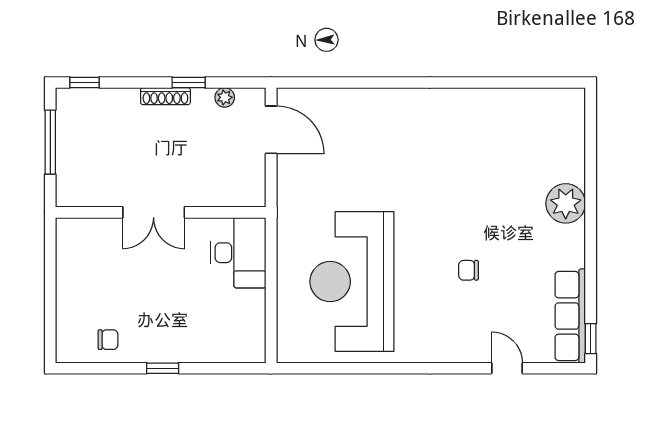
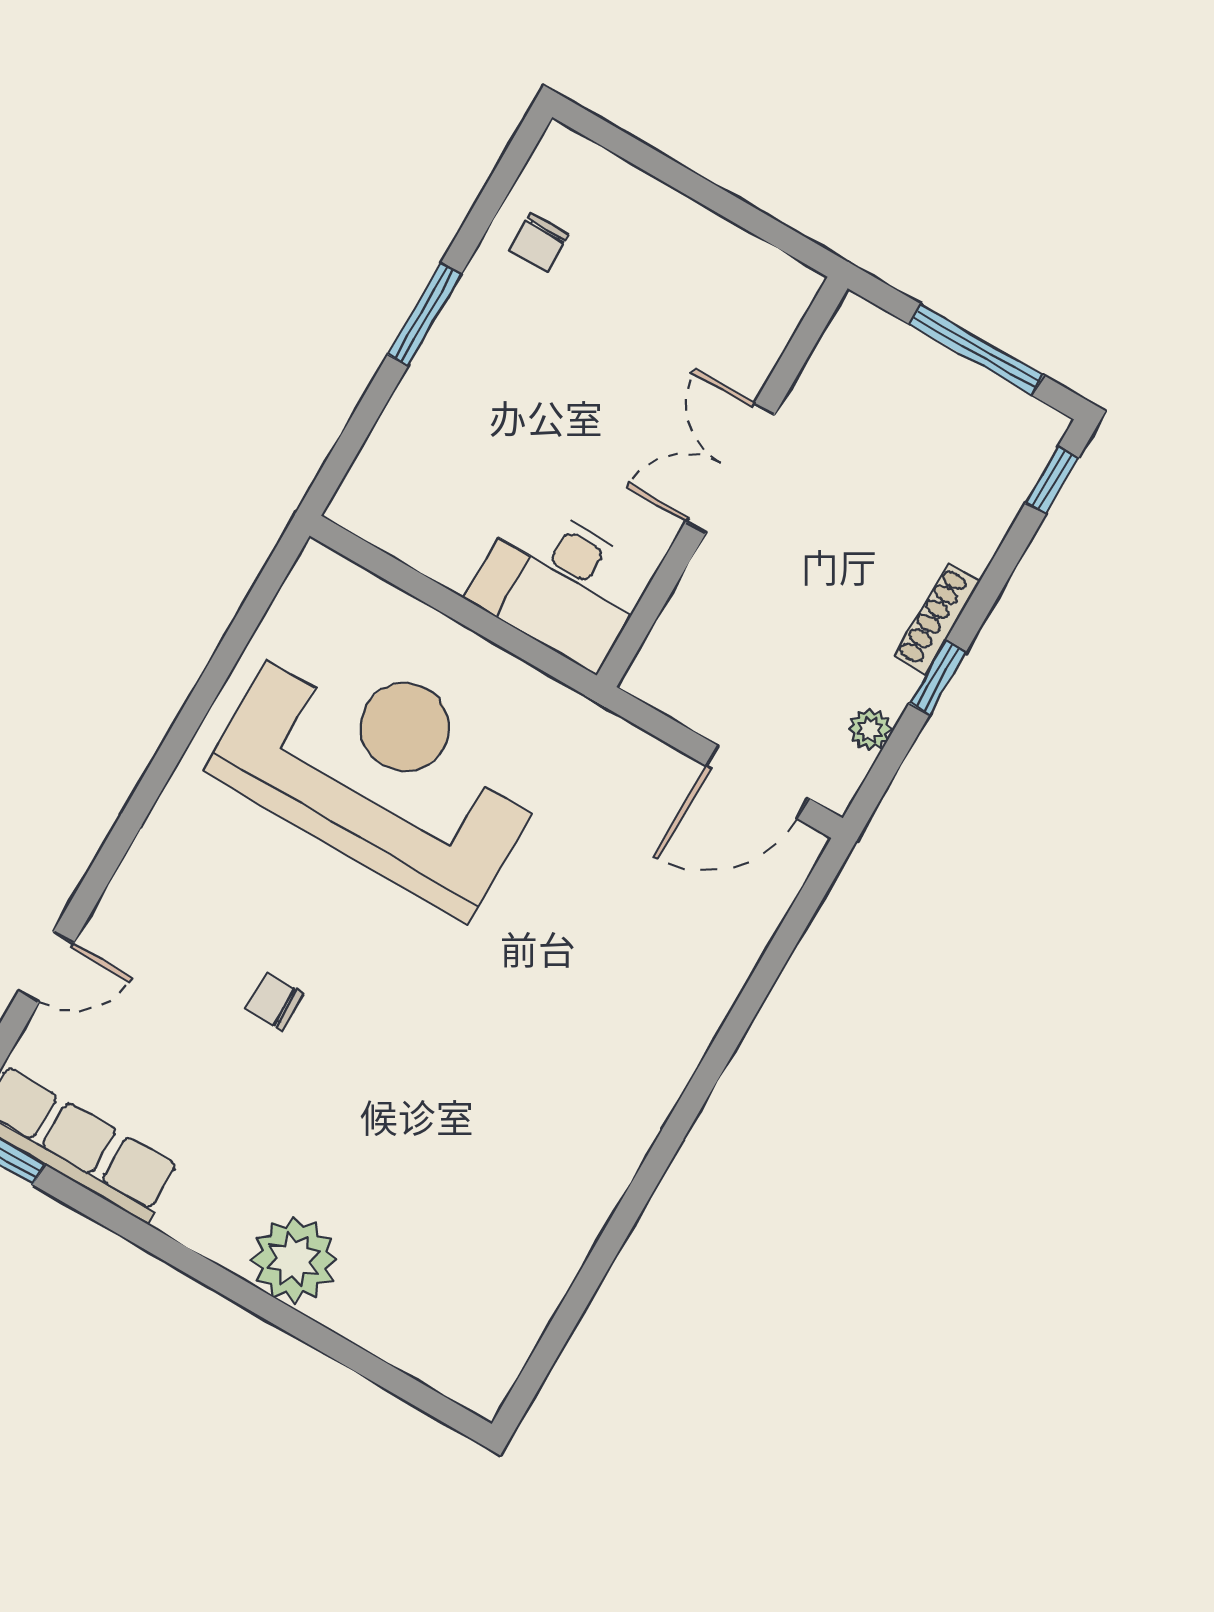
chair: (468, 270) -> (274, 1002), turned -90
window: (163, 368) -> (424, 314), width x1.50

